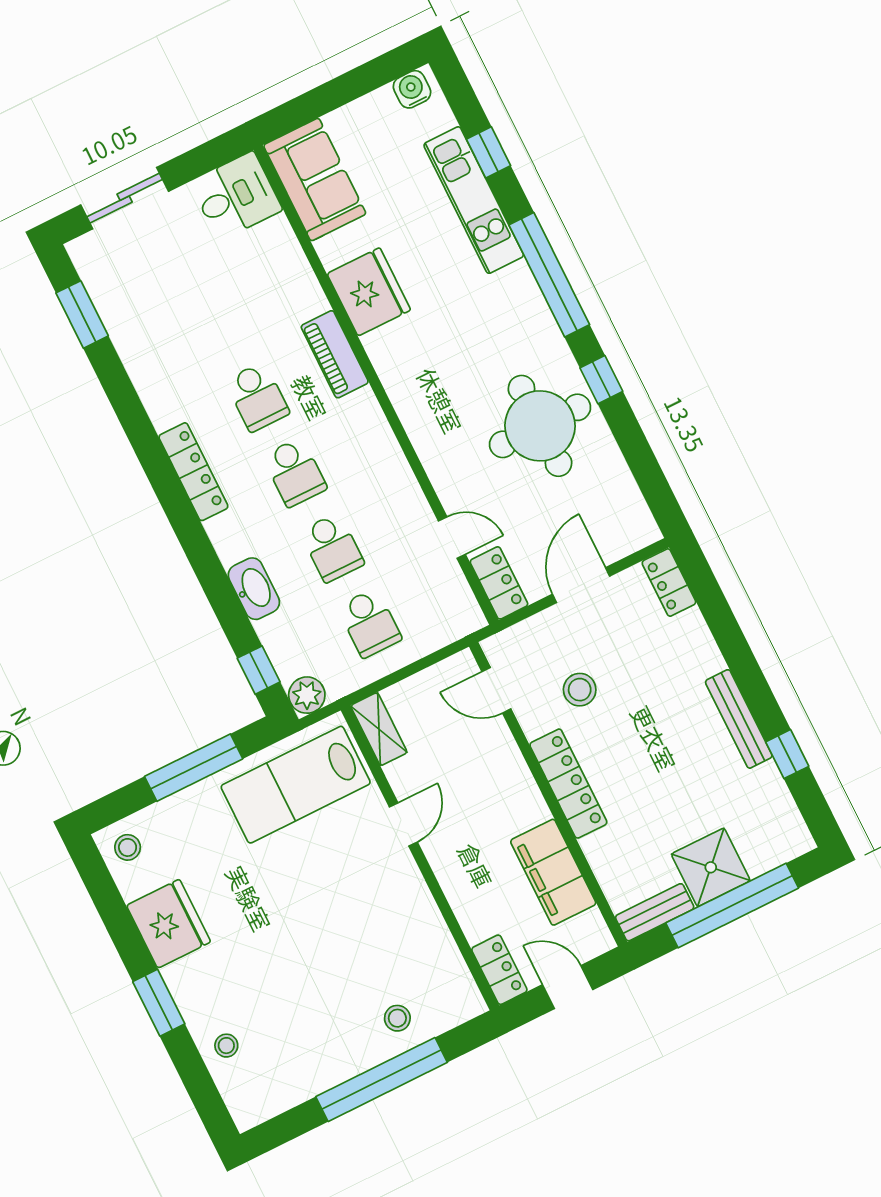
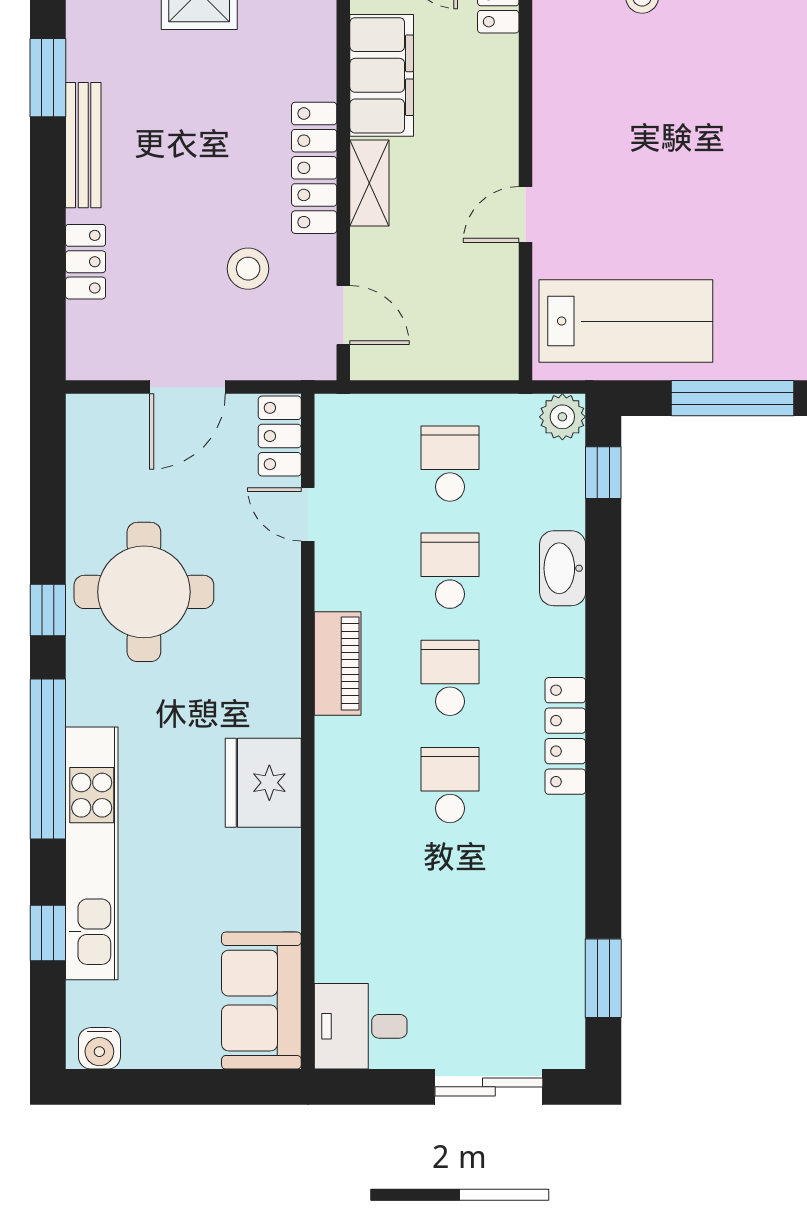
kitchen unit: (474, 200) -> (92, 853), width x1.36
fridge: (369, 292) -> (263, 783), moved
piano: (335, 354) -> (338, 664), moved
locker: (669, 582) -> (86, 262), moved
shelving: (379, 729) -> (369, 183), moved
window: (787, 754) -> (48, 78), width x1.50

